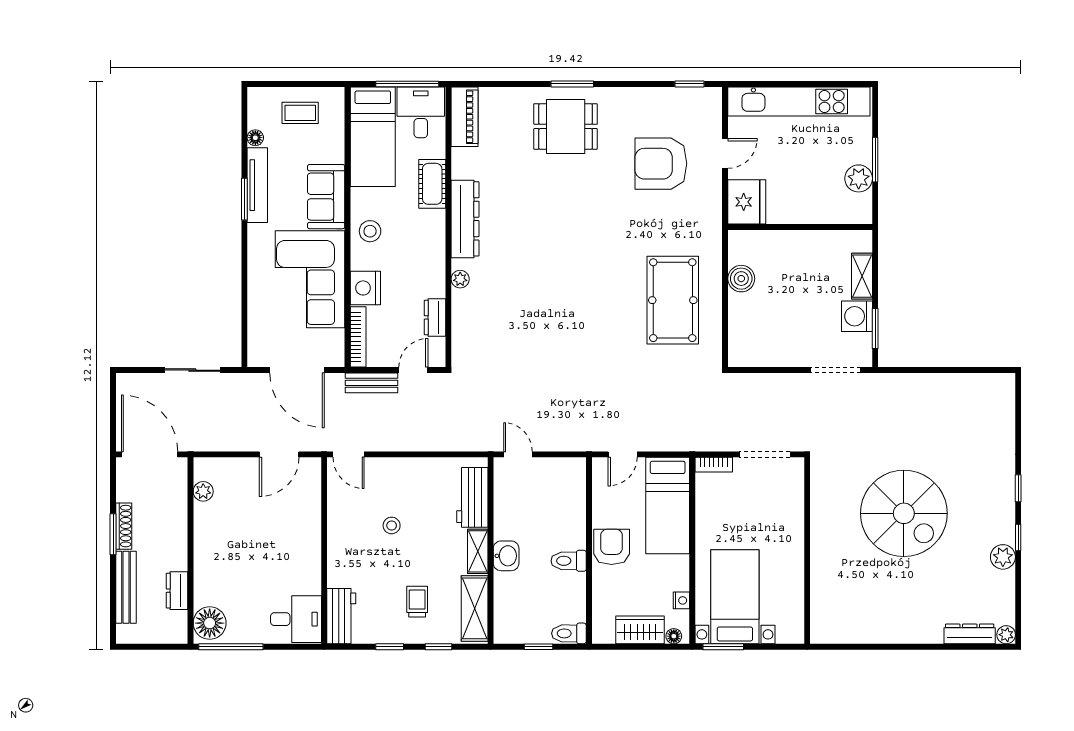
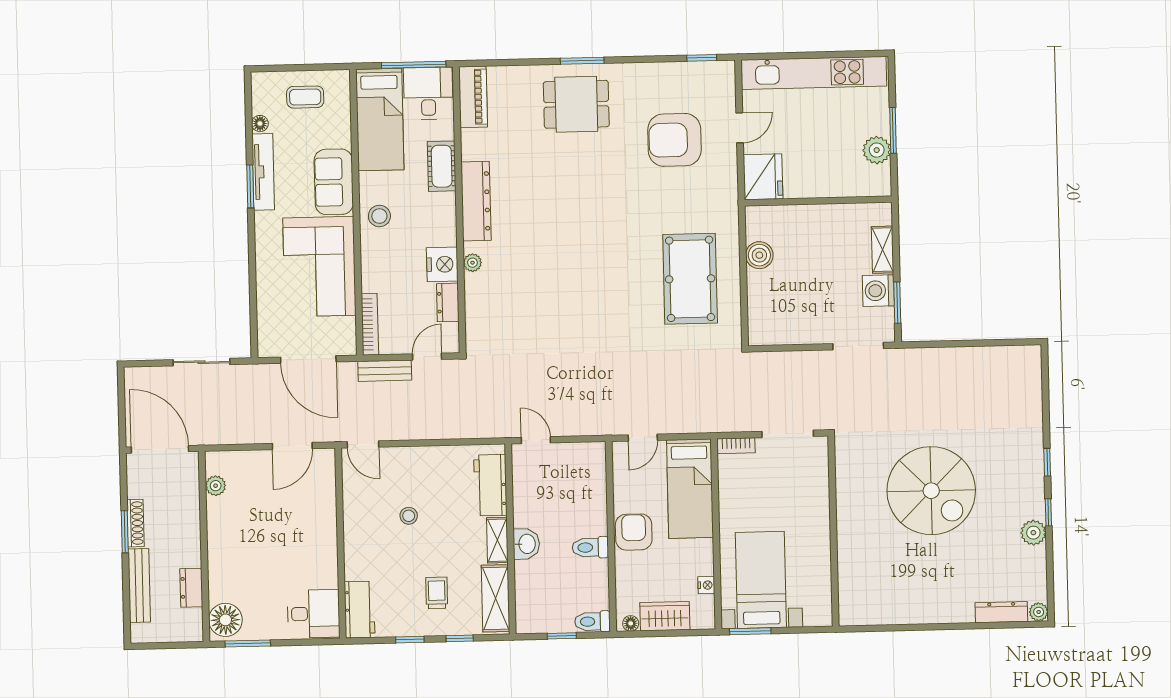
nightstand: (365, 288) -> (442, 264), moved, turned 180
floor lamp: (674, 636) -> (631, 623), moved
window: (231, 647) -> (248, 644), width x0.69

